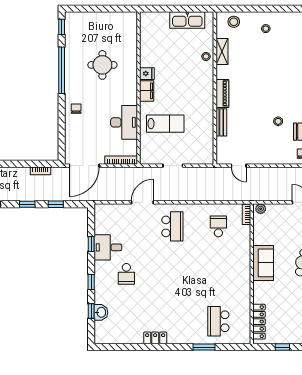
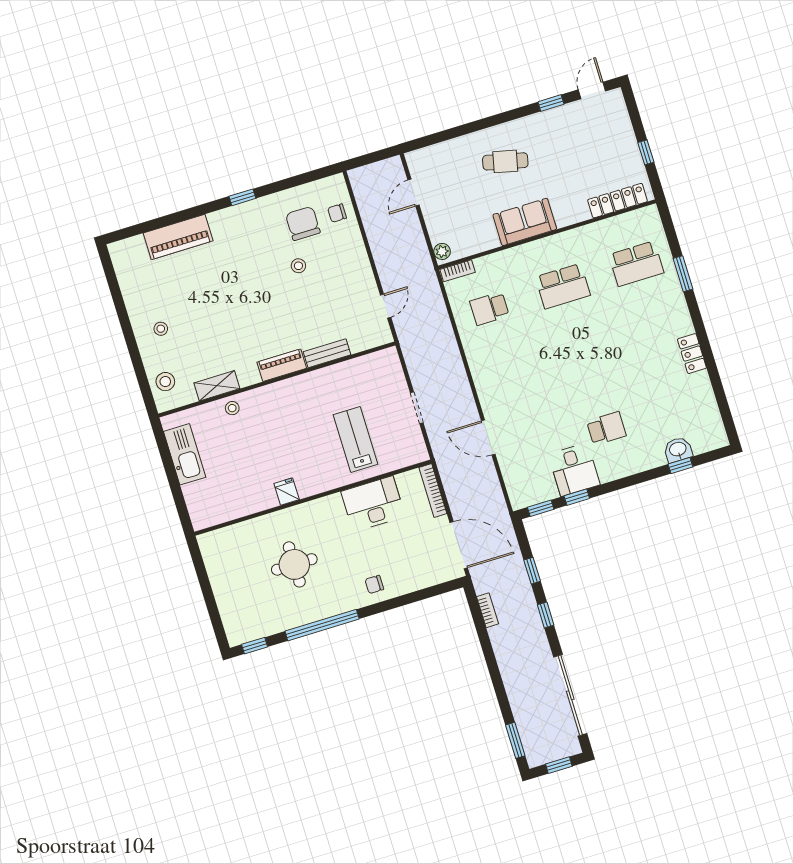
filing cabinet: (147, 91) -> (314, 484), removed
school desk: (172, 226) -> (563, 286), moved, turned 180
window: (91, 282) -> (541, 508), moved

